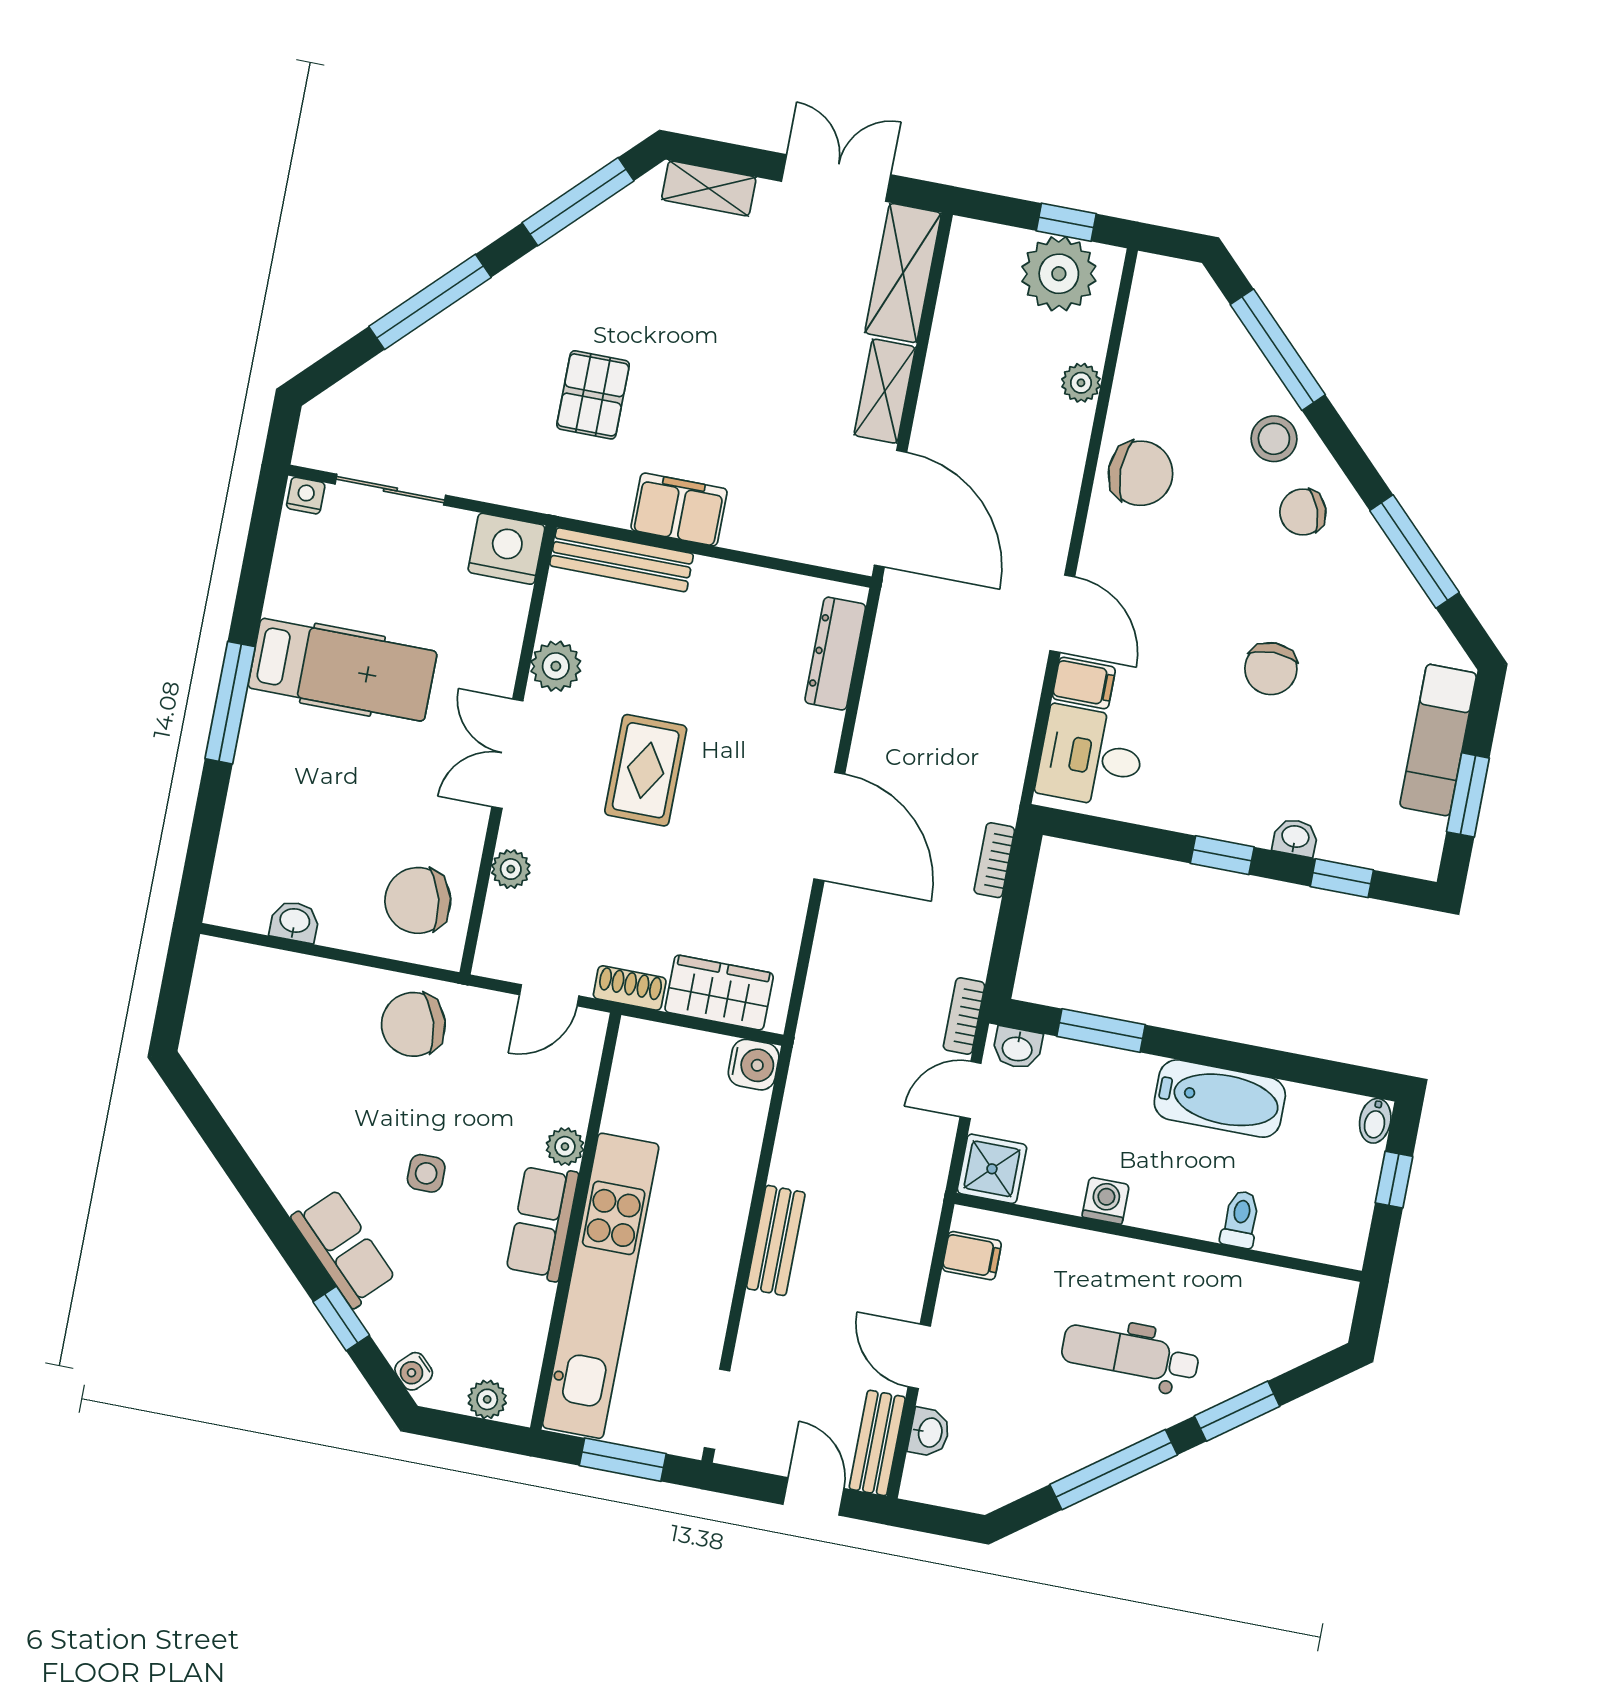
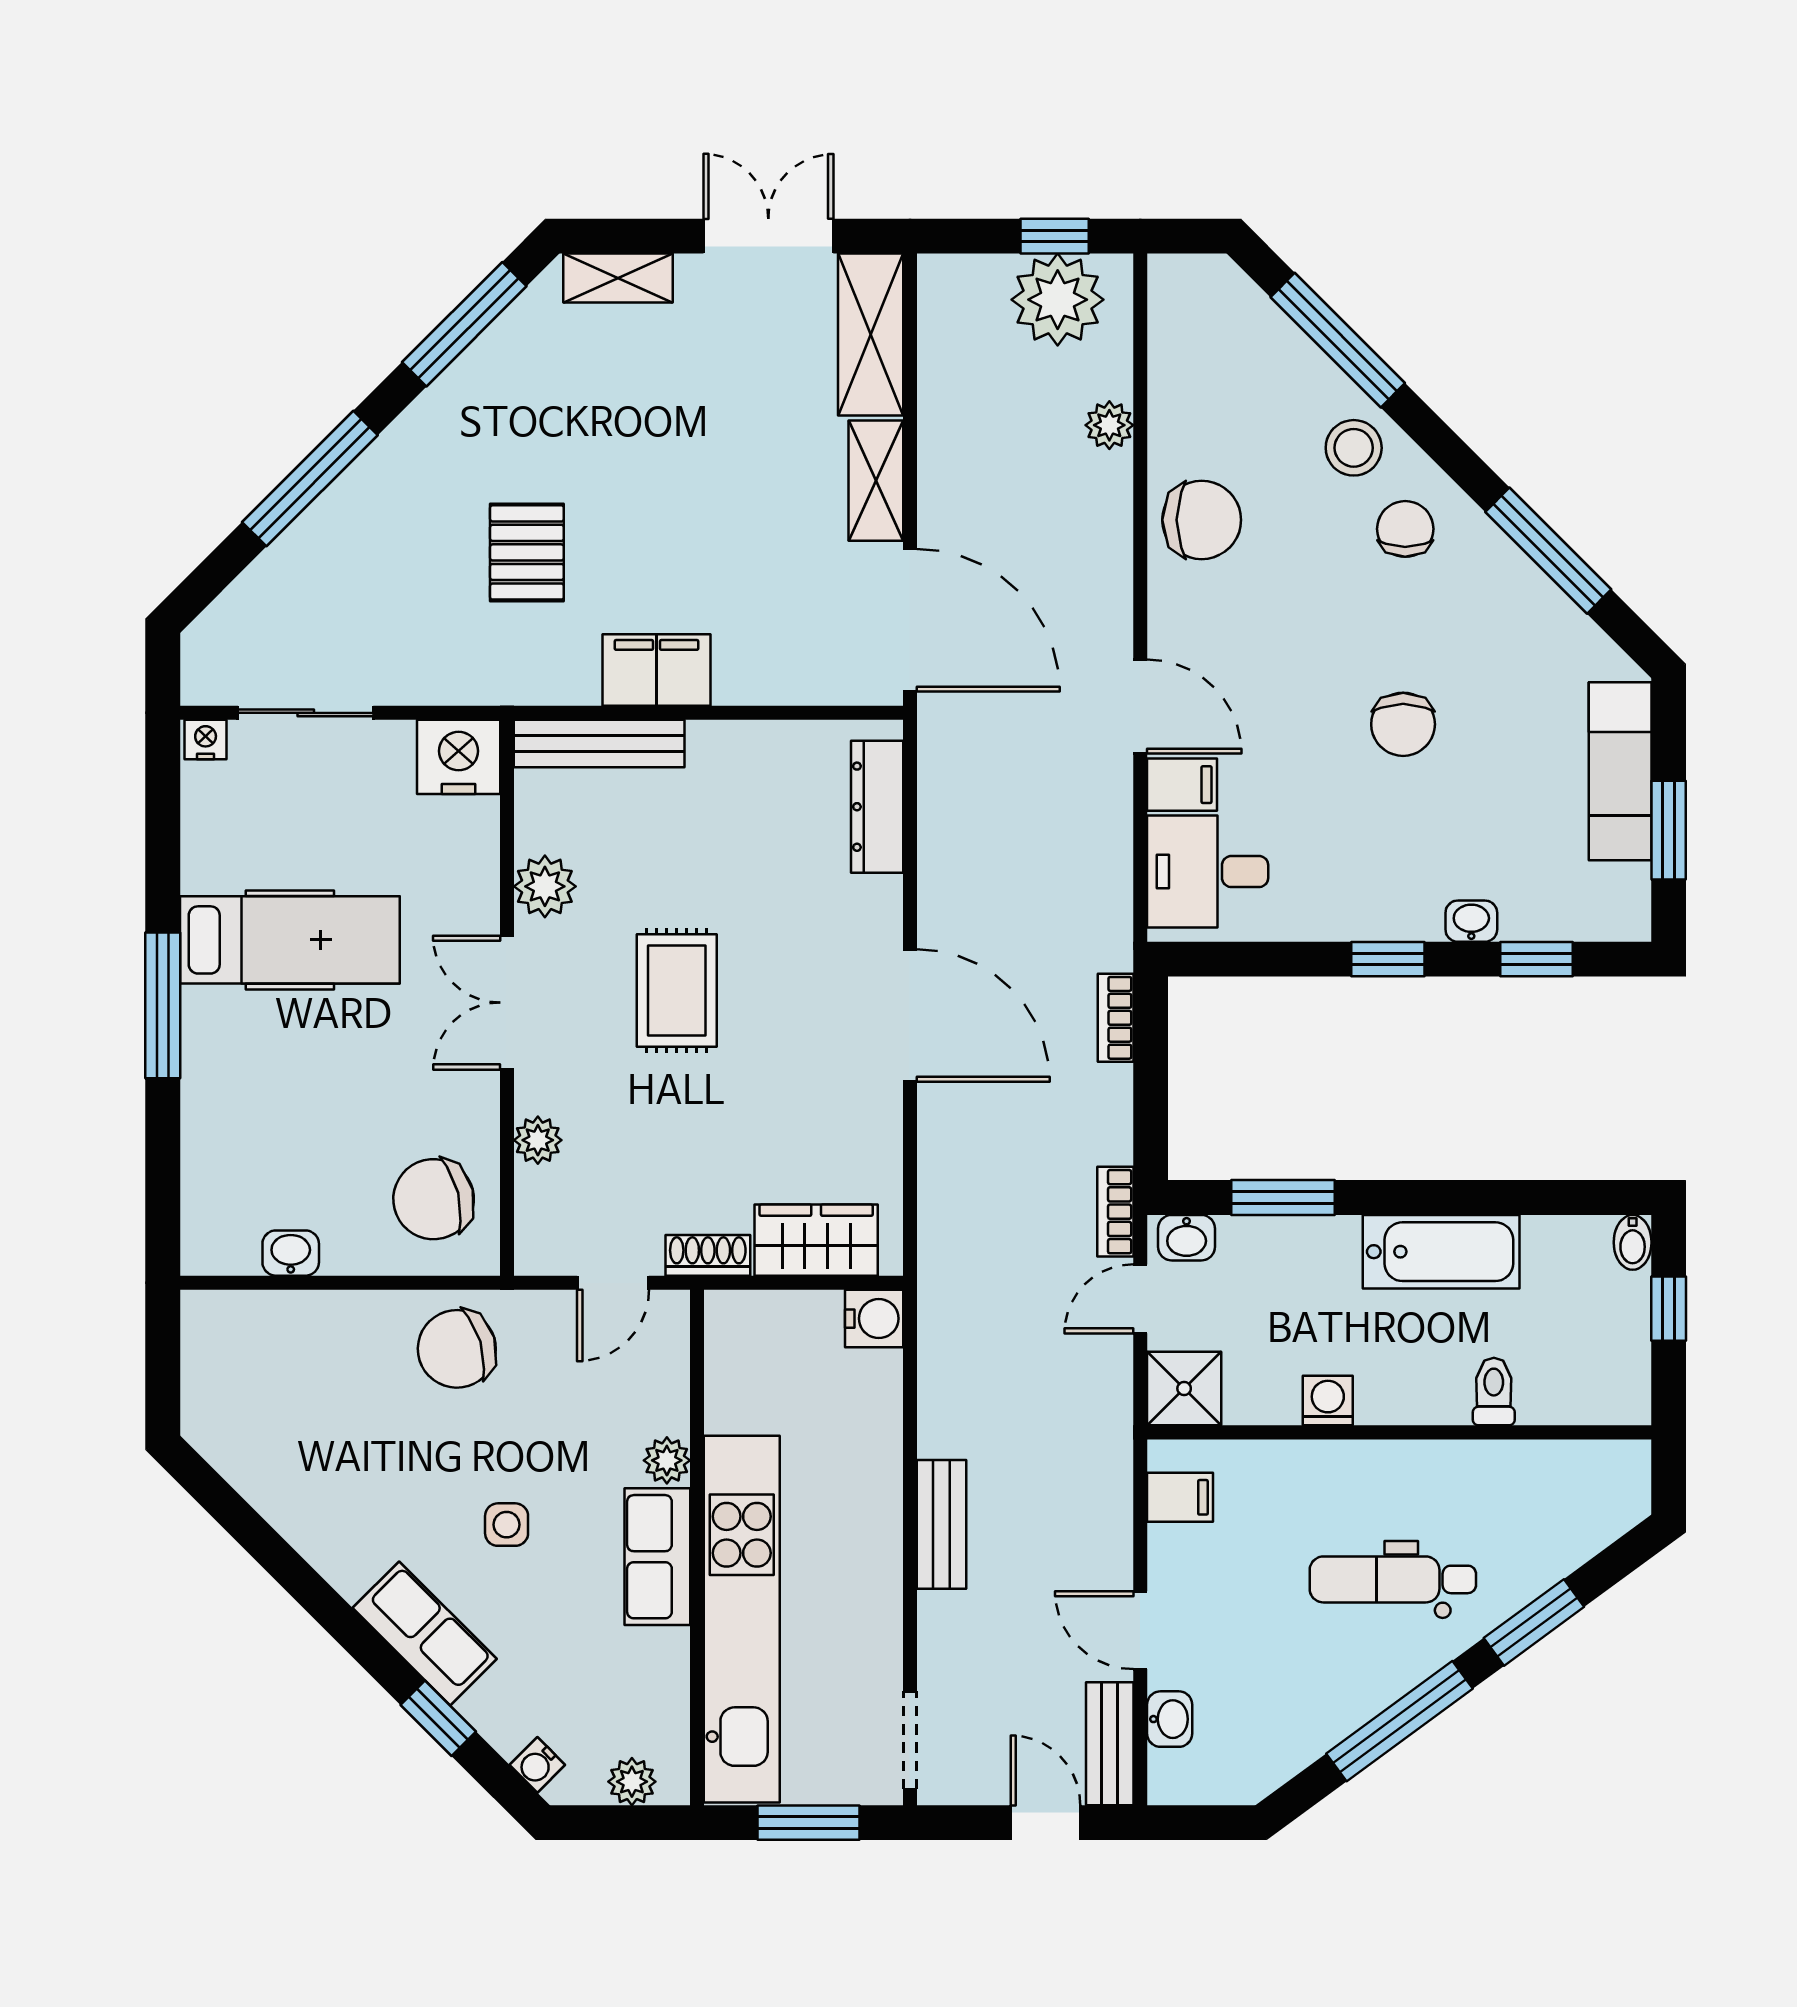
chair: (1303, 512) -> (1405, 529), turned 110

